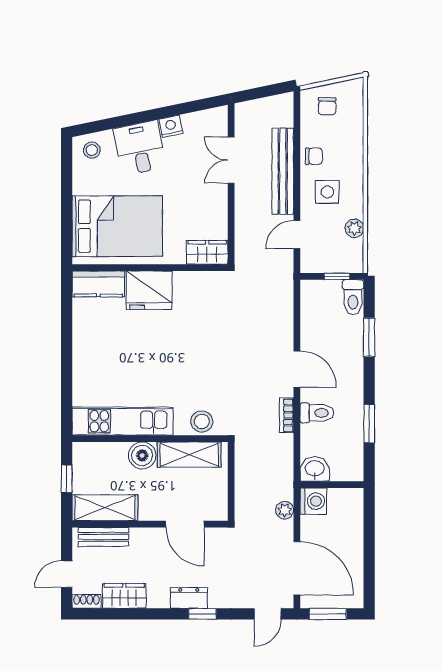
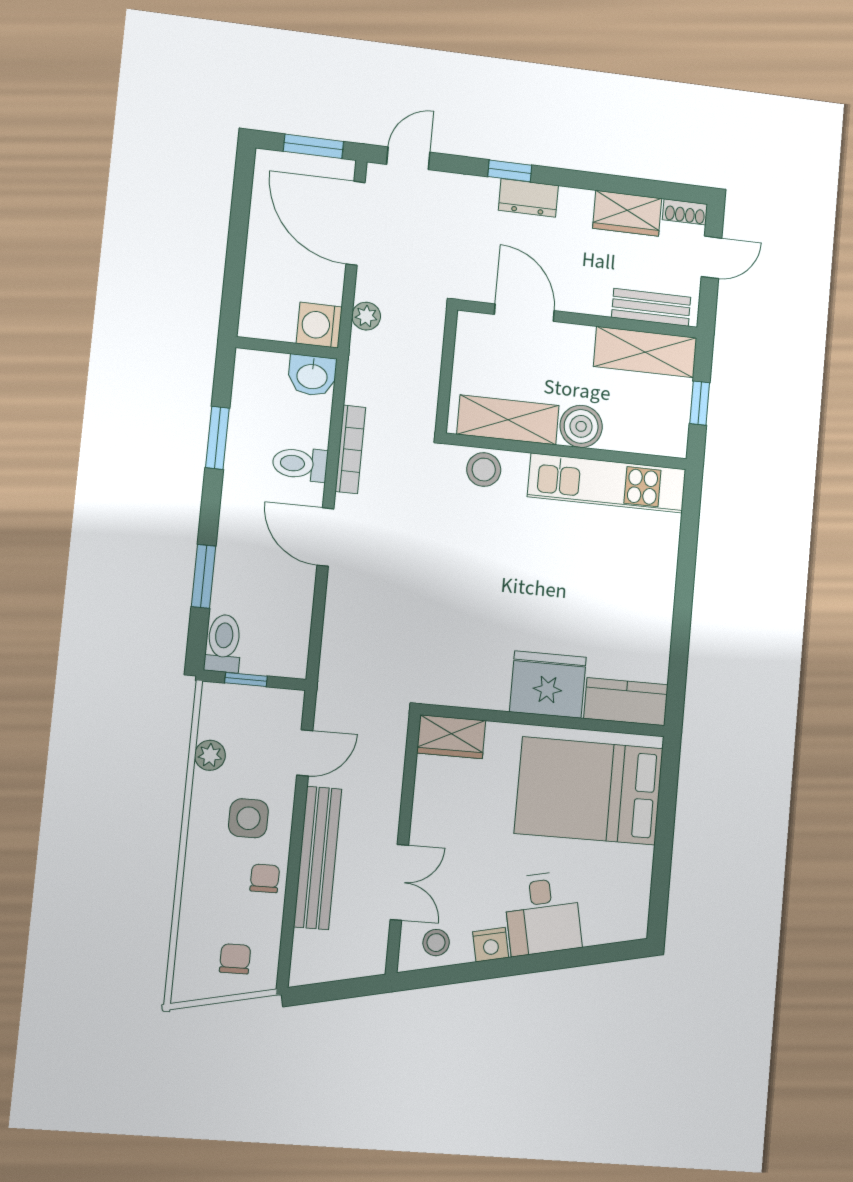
stool: (92, 150) -> (436, 943), moved
chair: (314, 156) -> (265, 878), turned 90
bookcase: (287, 415) -> (350, 449), width x1.56

